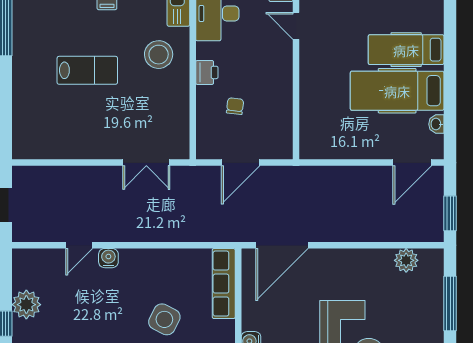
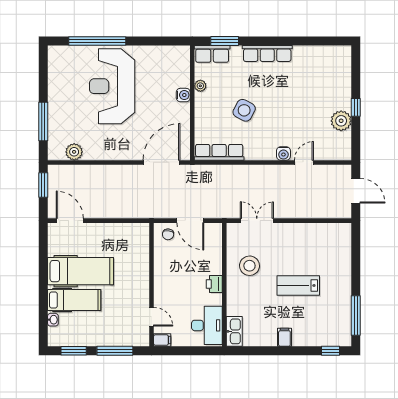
stool: (159, 55) -> (249, 266), moved
chair: (235, 106) -> (168, 234), moved
washbasin: (436, 124) -> (53, 320), moved
door: (241, 163) -> (190, 221), swing flipped
door: (412, 163) -> (70, 221), hinge flipped
row of seats: (224, 284) -> (219, 152), moved, turned -90

